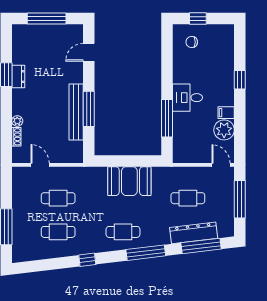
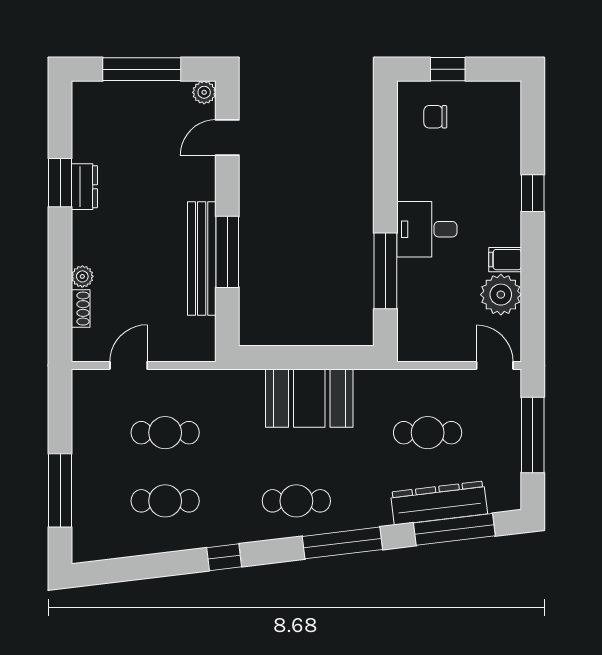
plant: (77, 30) -> (204, 92), added
door: (40, 165) -> (129, 365), hinge flipped

